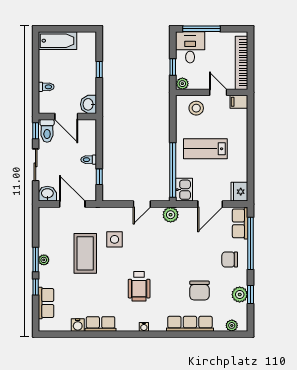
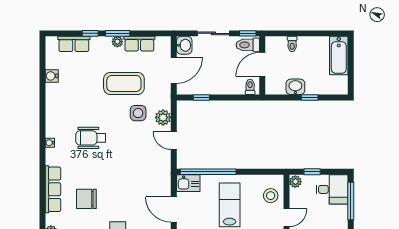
washbasin: (89, 104) -> (295, 87), moved
toilet: (89, 160) -> (250, 87), moved
plant: (171, 215) -> (163, 117), moved
row of seats: (101, 324) -> (139, 44), moved, turned 90

